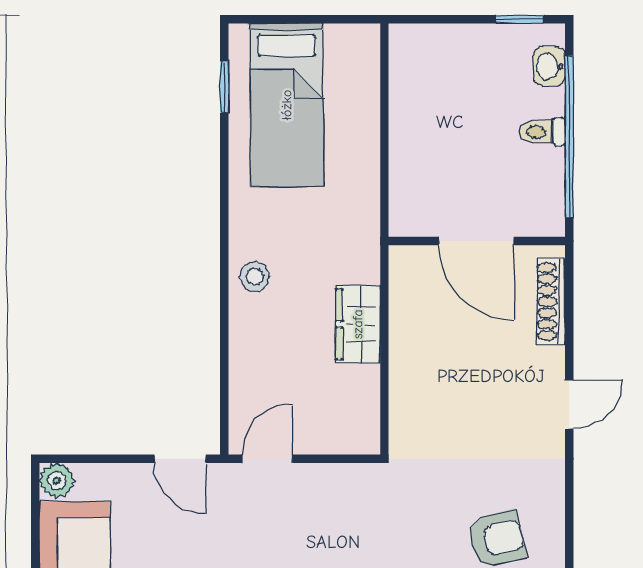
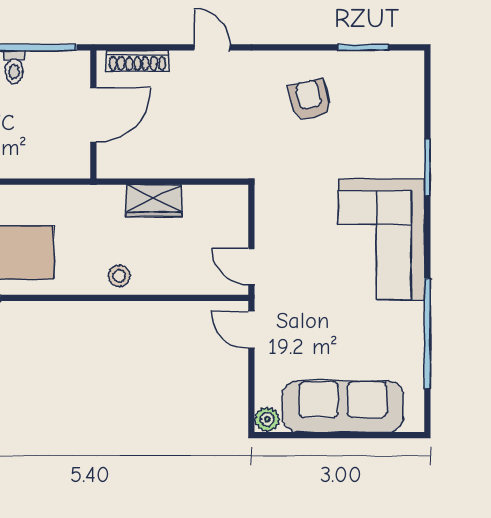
door: (180, 459) -> (251, 330), swing flipped

